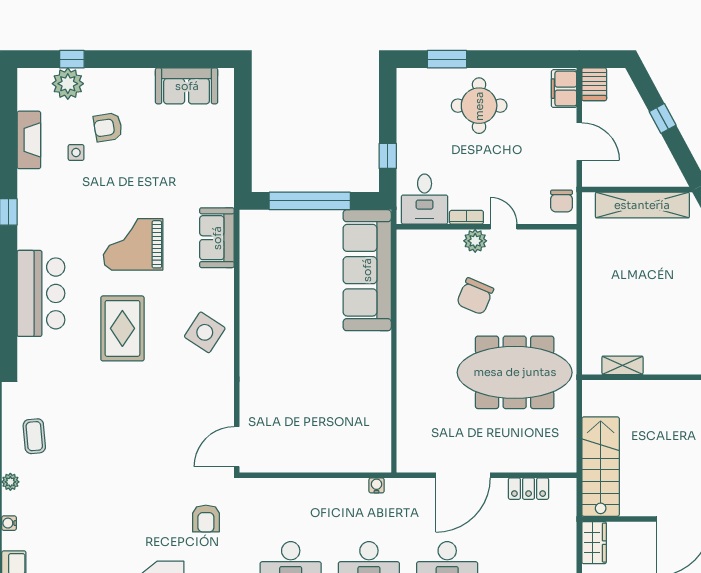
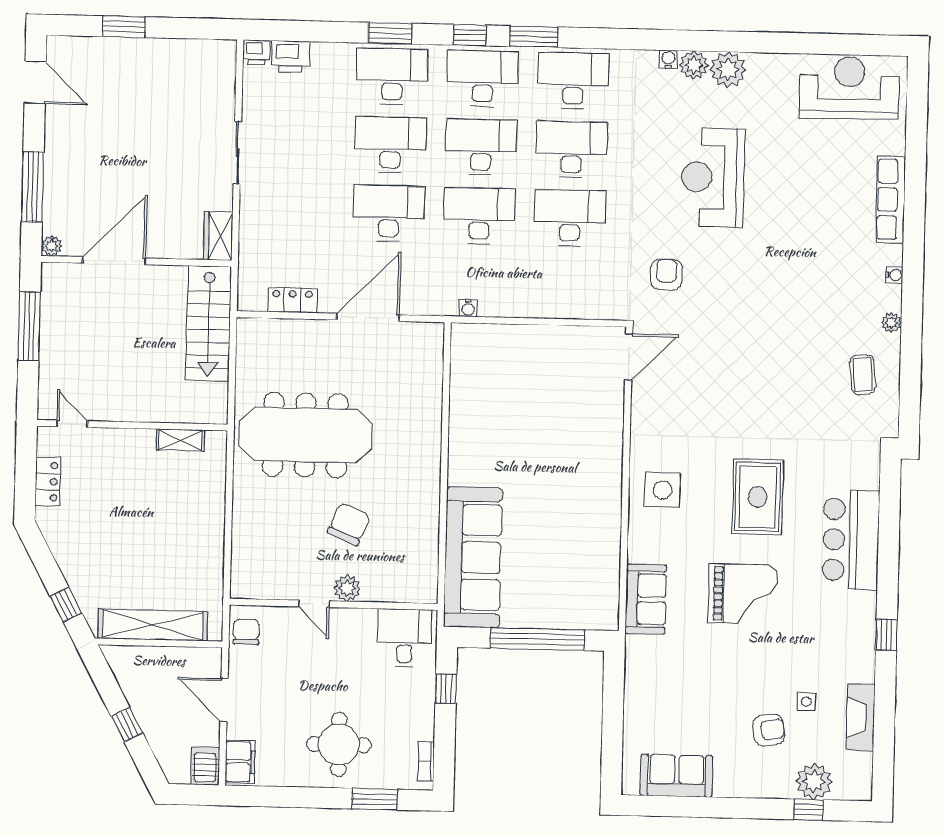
bookcase: (466, 217) -> (426, 761), moved, turned 90
side table: (205, 332) -> (663, 490), turned -33

